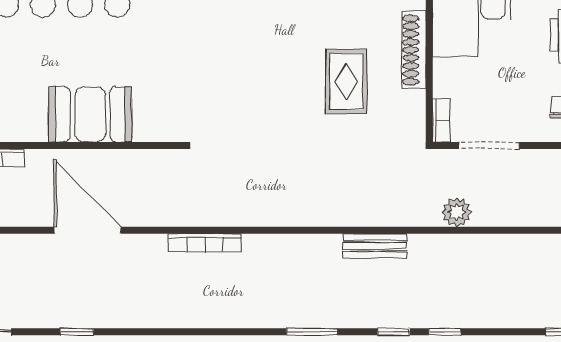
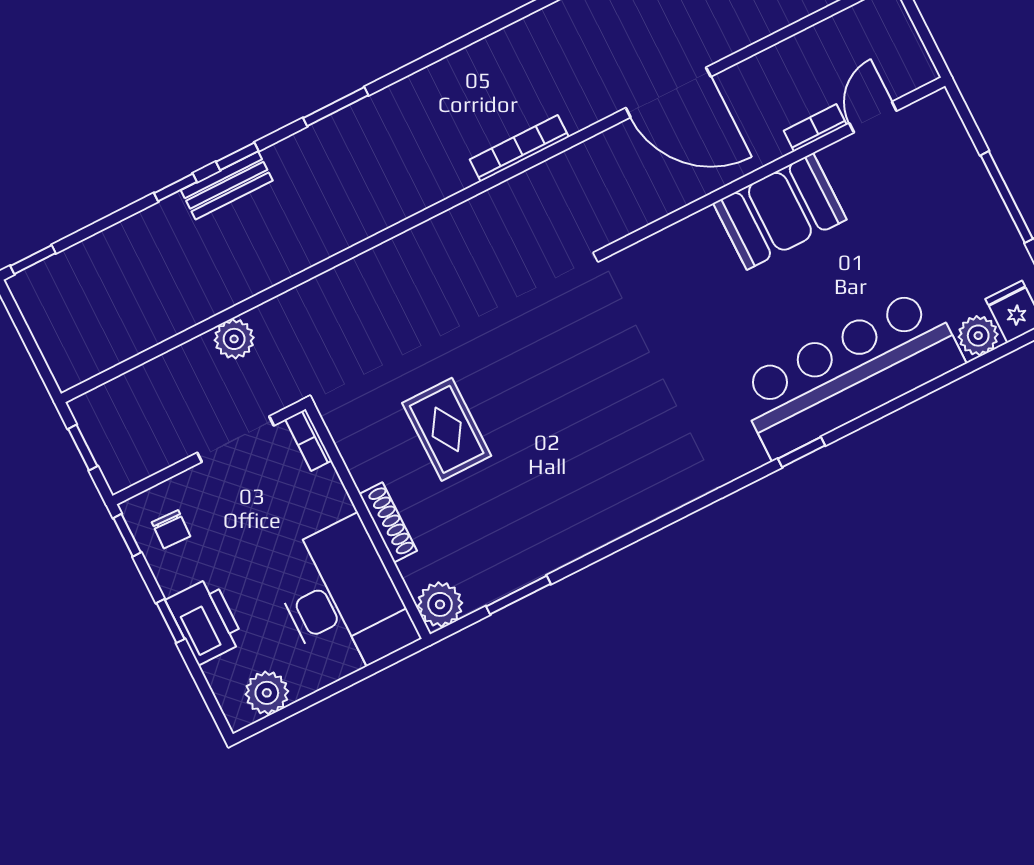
shoe rack: (414, 50) -> (388, 522), width x0.74, depth x0.81
booth: (90, 114) -> (780, 211), moved
bench: (375, 246) -> (227, 185), moved

